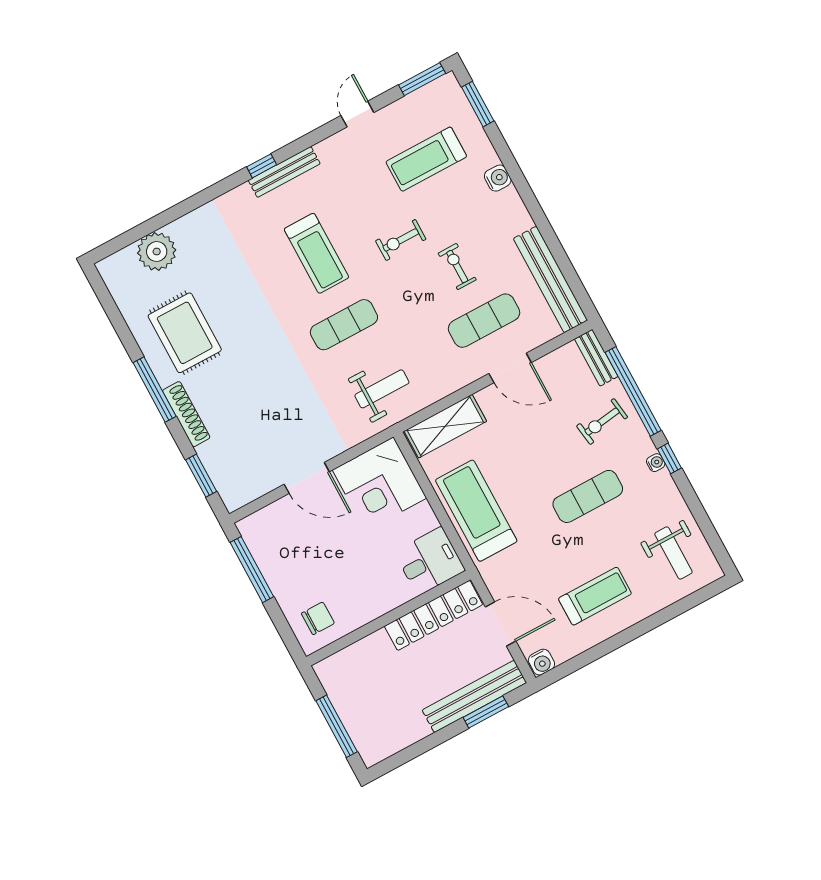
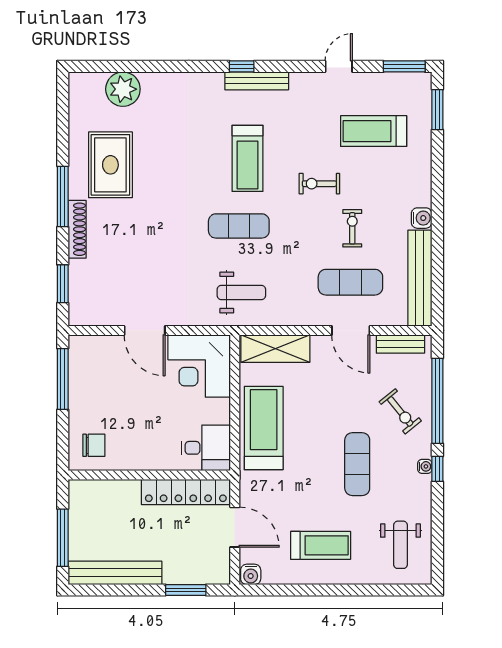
water cooler: (498, 178) -> (422, 218), moved
bench: (596, 358) -> (400, 344), moved, turned 90
exercise bike: (602, 422) -> (400, 411), turned -121
exercise mat: (588, 496) -> (357, 464), turned 90
bench: (474, 696) -> (115, 573), moved

